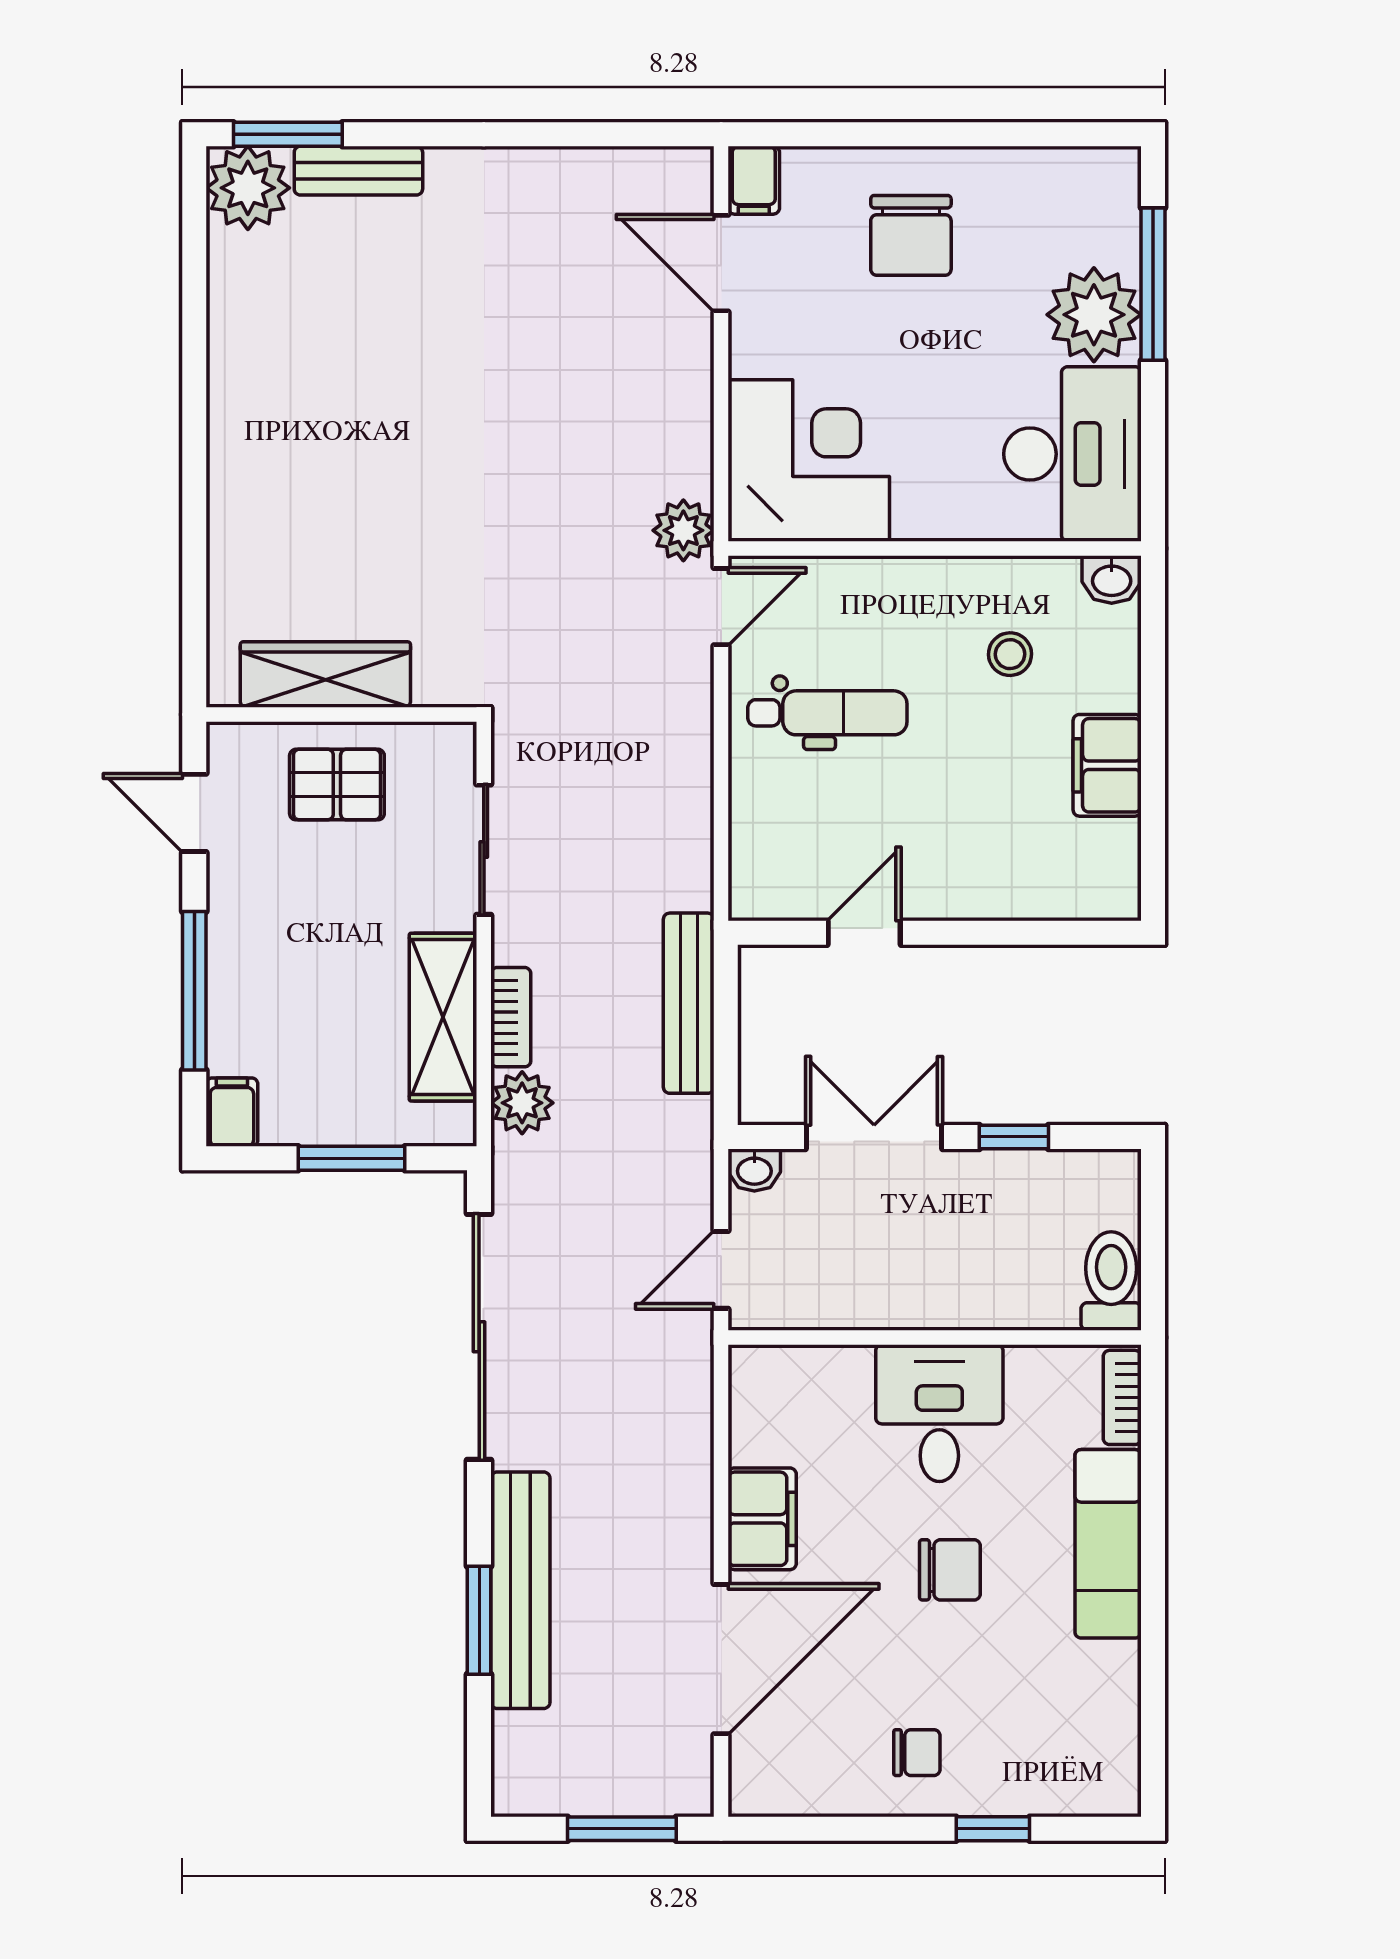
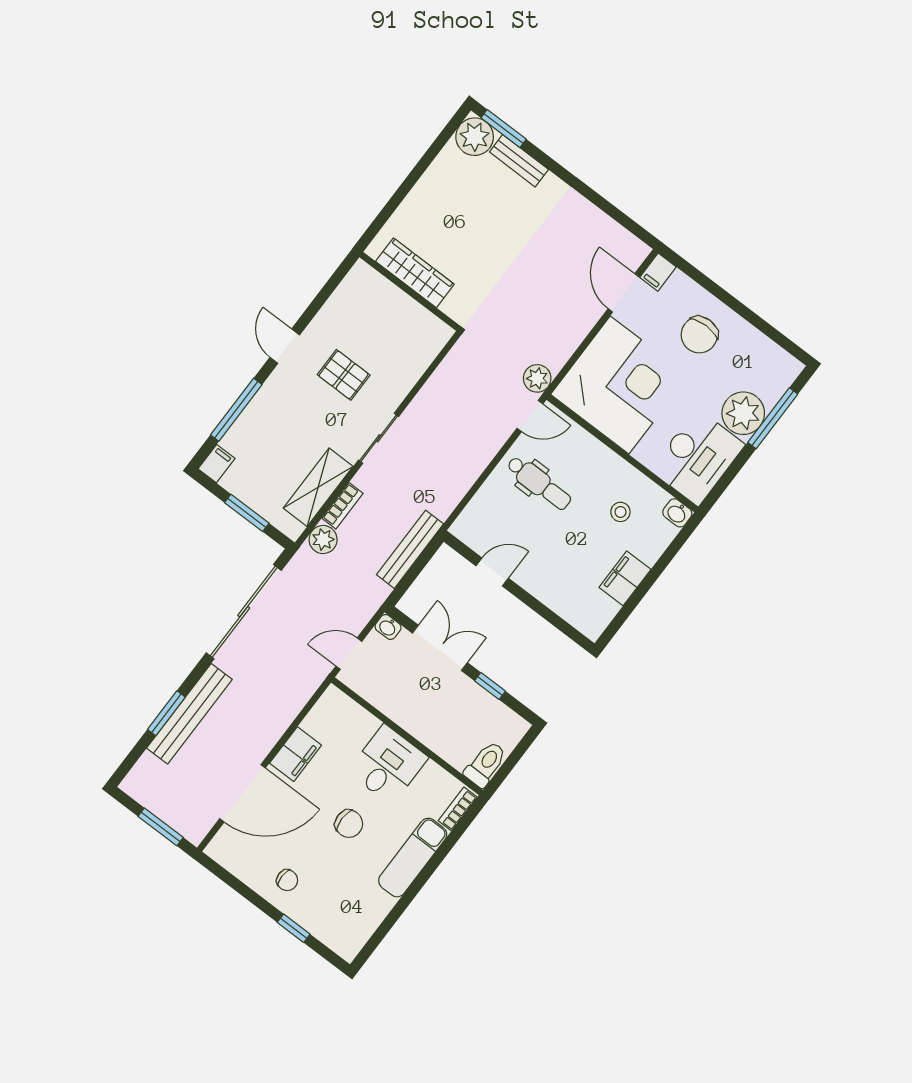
corner desk: (809, 460) -> (620, 385), width x1.36, depth x1.36
wardrobe: (325, 675) -> (415, 273), moved
wall: (341, 715) -> (410, 291), moved

